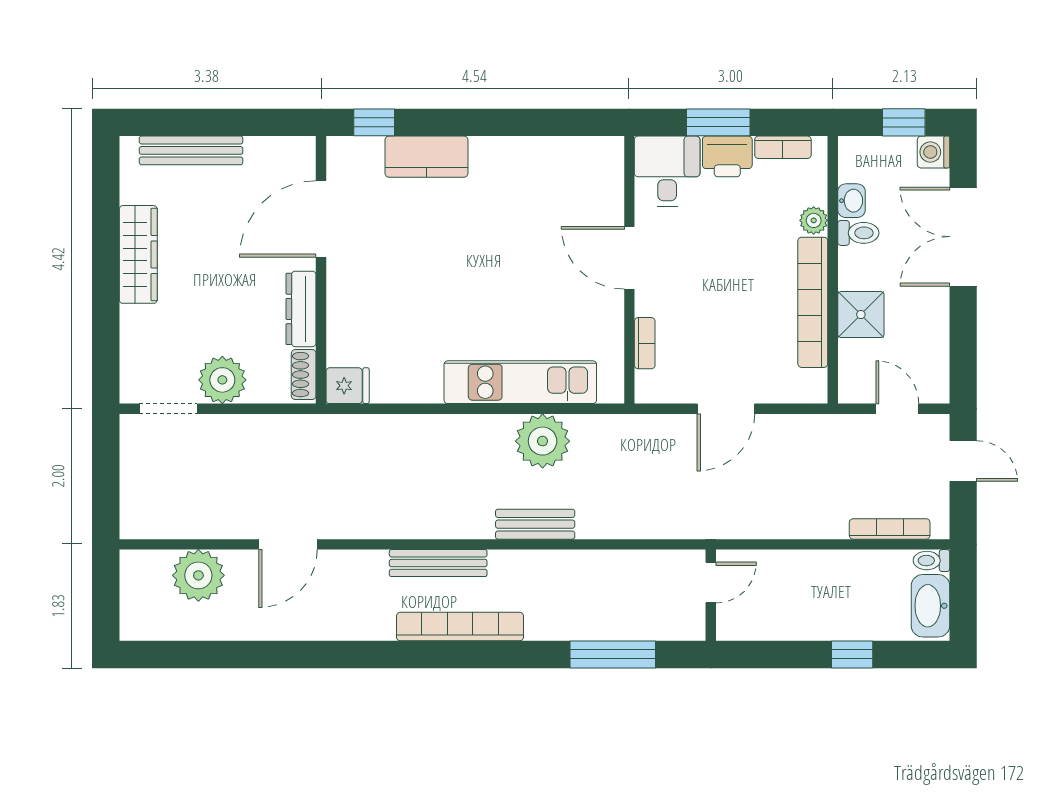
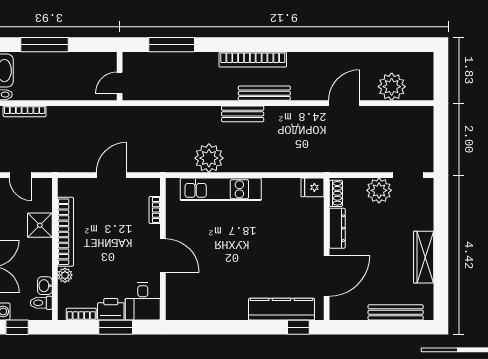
kitchen counter: (426, 157) -> (282, 309), width x1.50
toilet: (858, 233) -> (41, 303), moved
bench: (535, 524) -> (243, 114), moved
window: (852, 654) -> (45, 45), width x2.17

